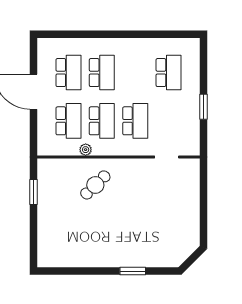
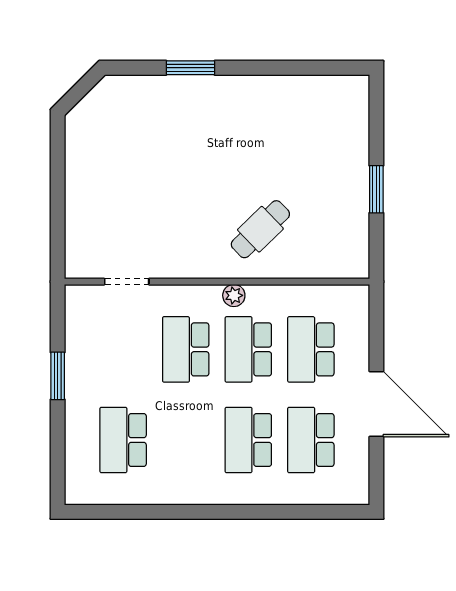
plant: (86, 150) -> (234, 295), moved
window: (34, 192) -> (376, 189), moved

